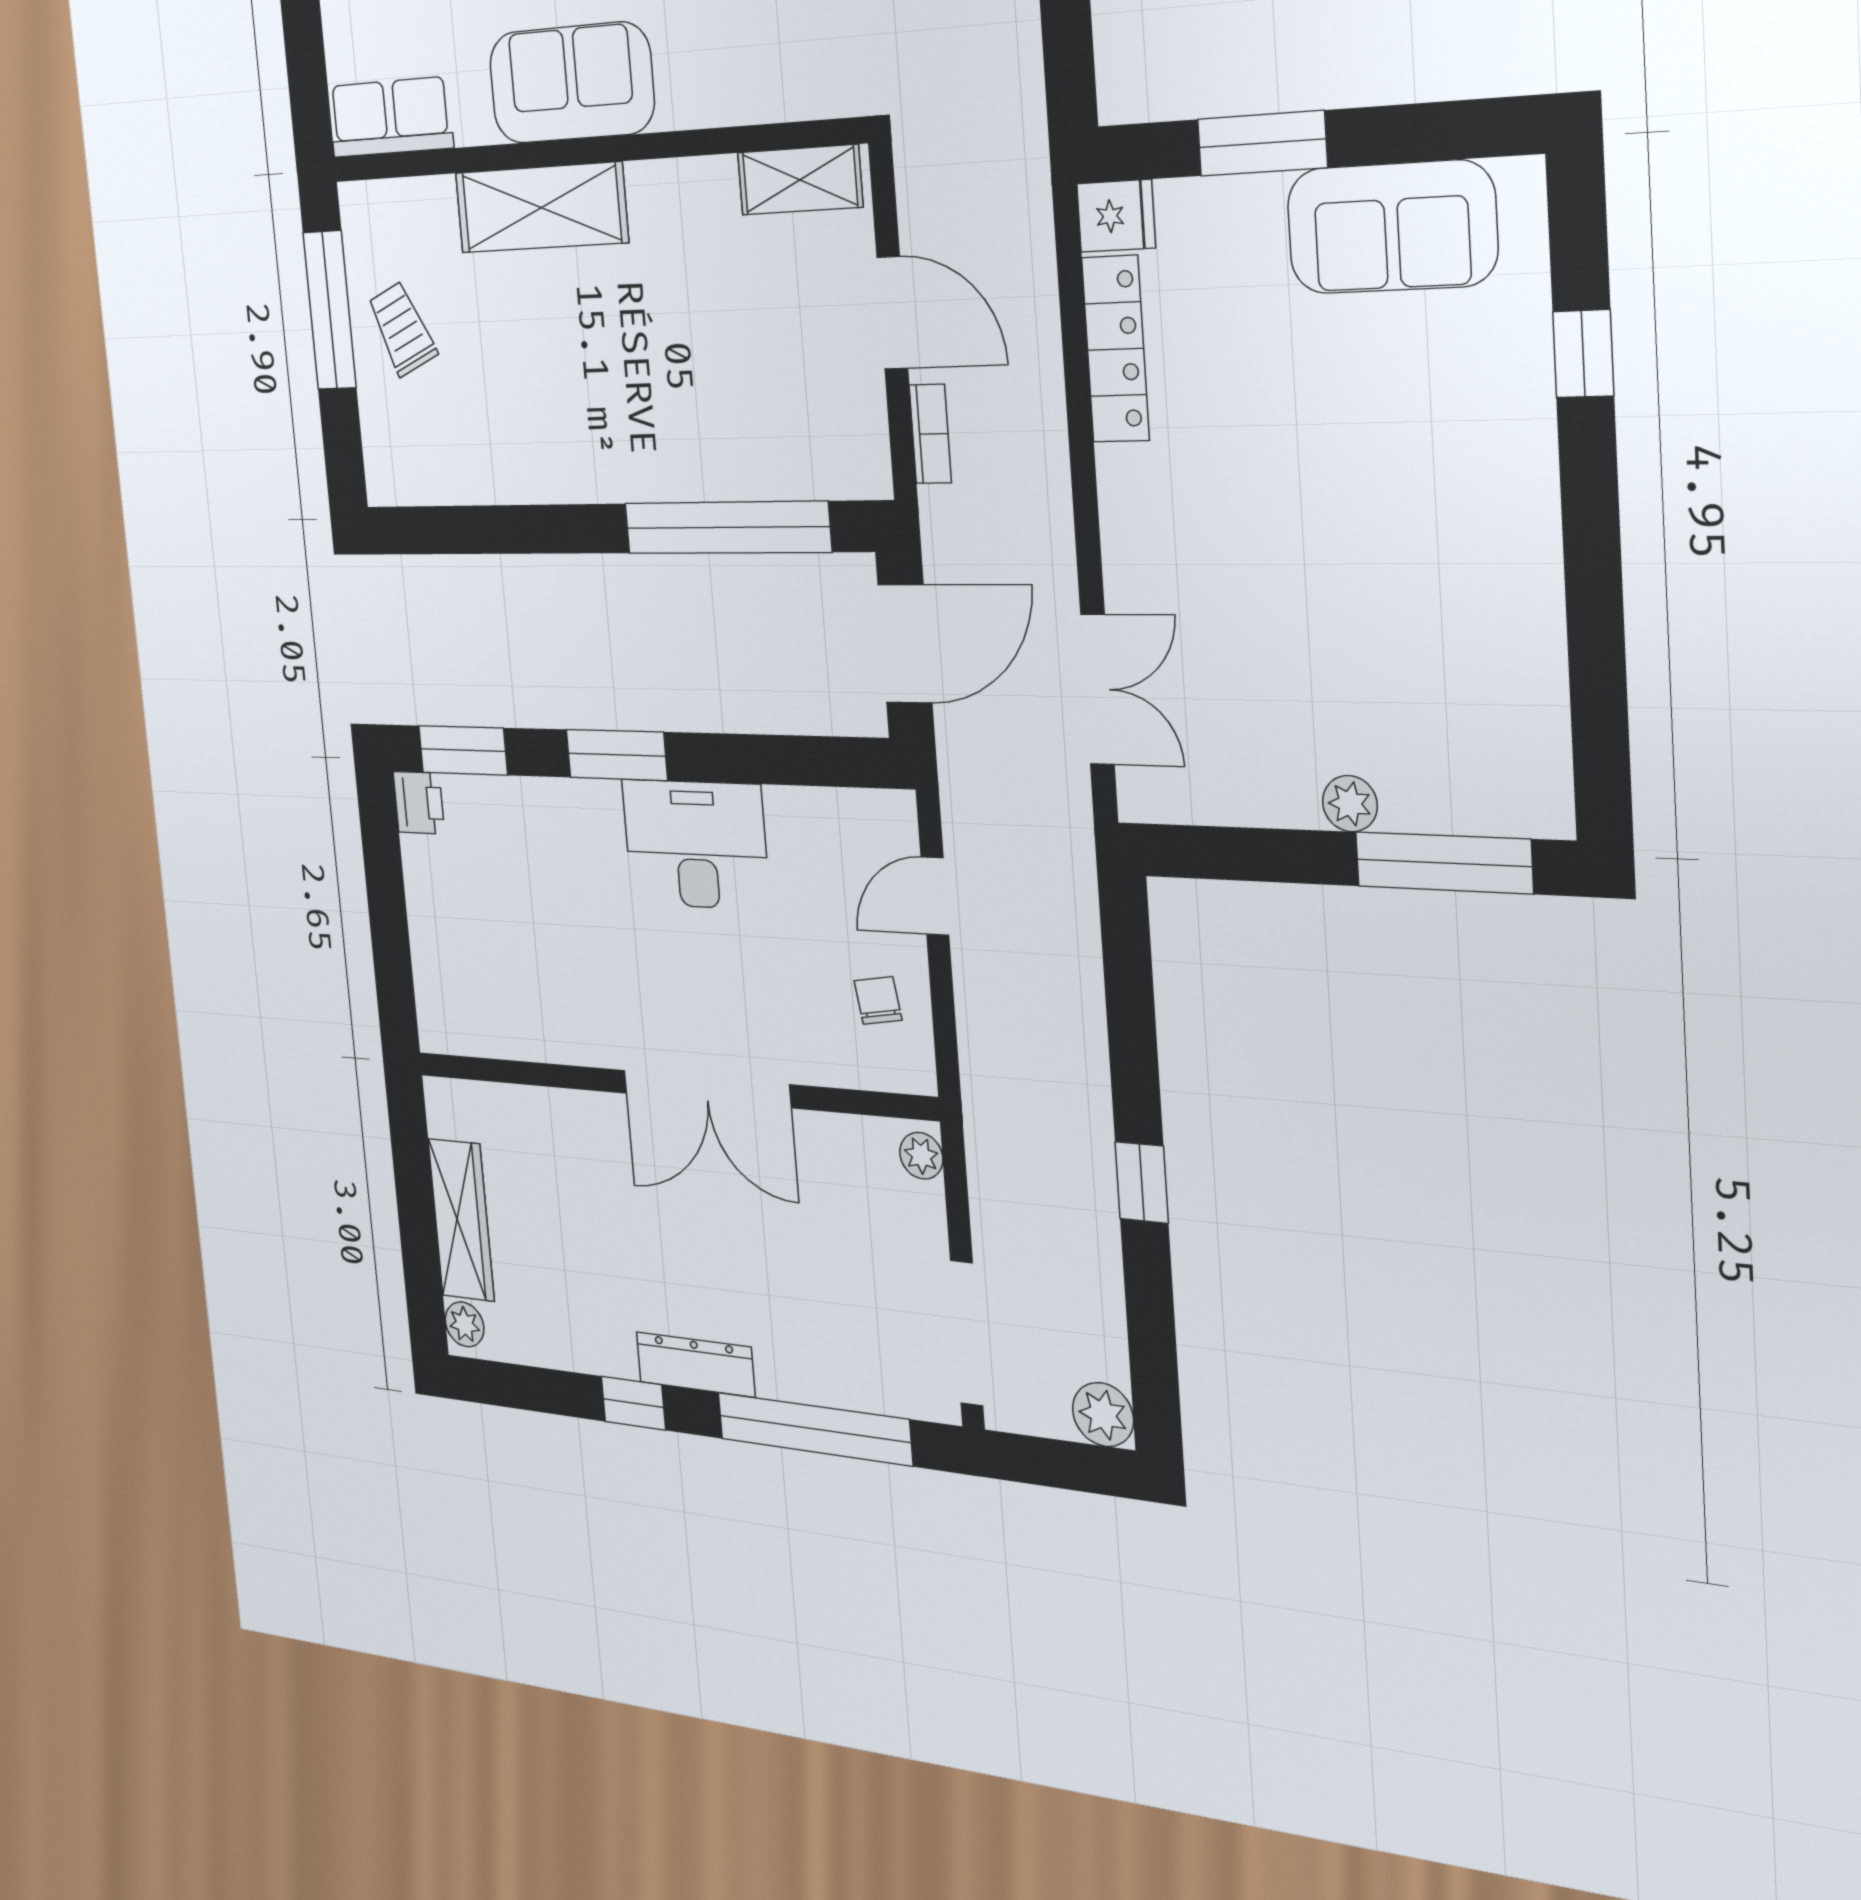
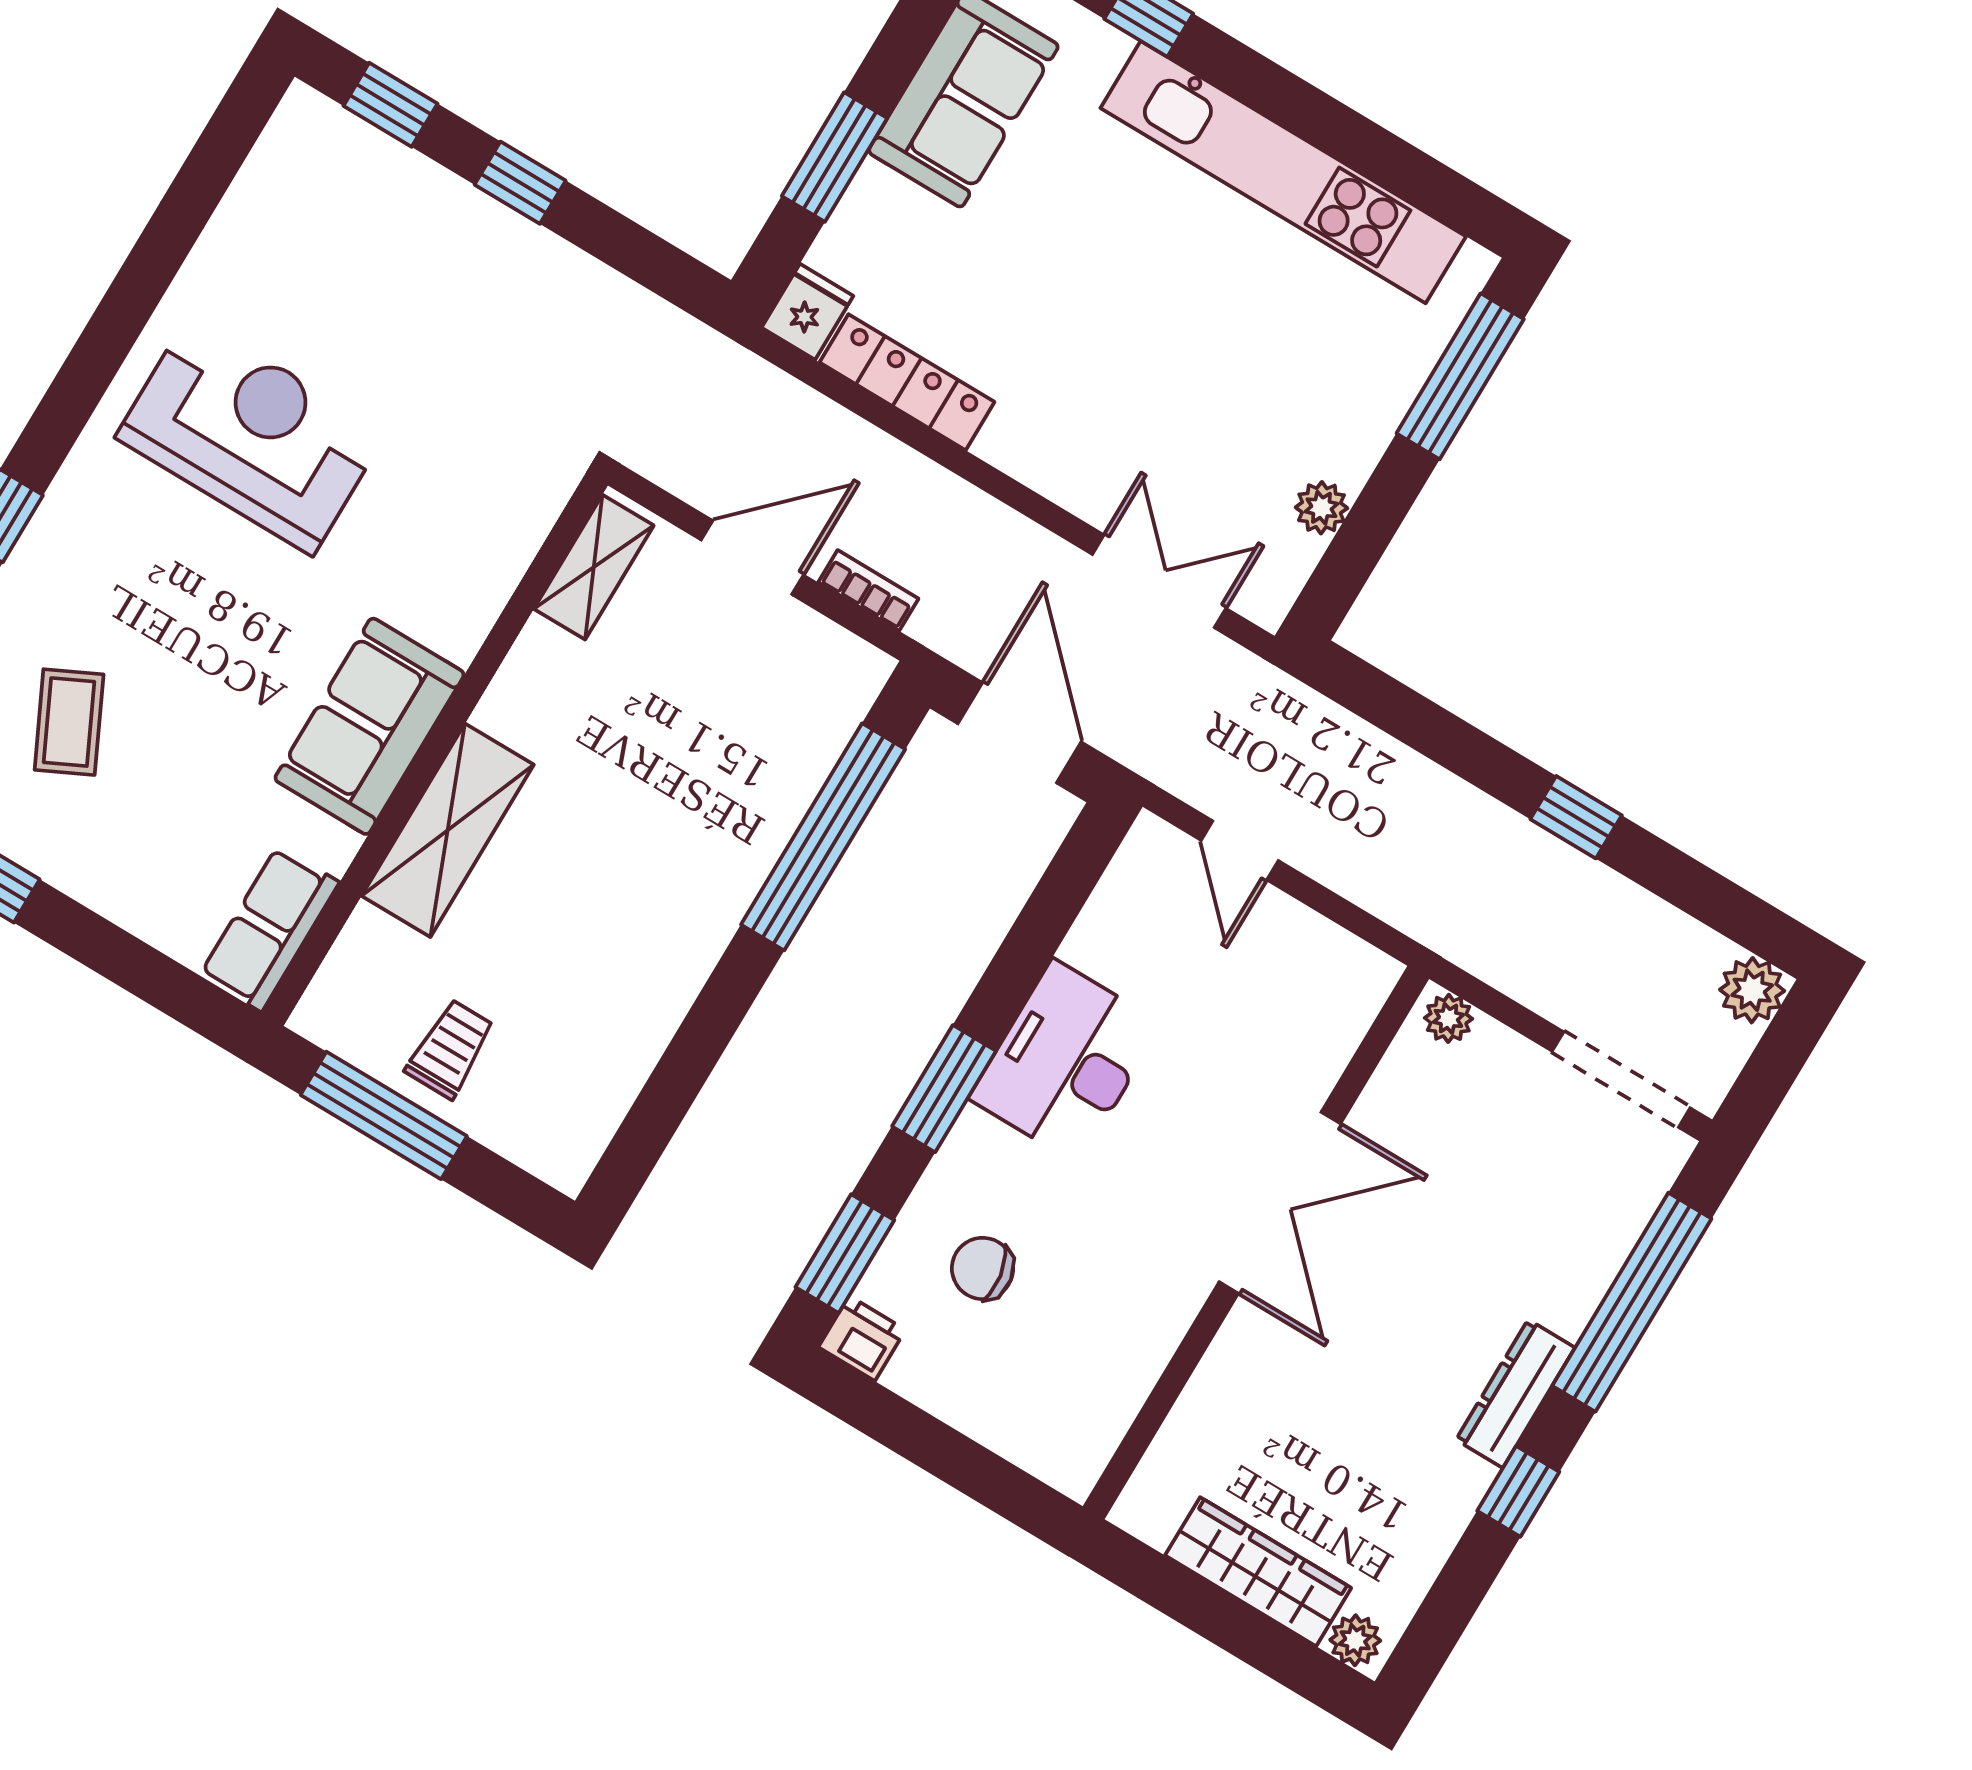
trolley: (402, 329) -> (450, 1049), turned 114
kitchen unit: (1521, 580) -> (1283, 172), added
plant: (1350, 804) -> (1321, 508), moved
chair: (878, 1001) -> (983, 1268), moved, width x1.37, depth x1.37

